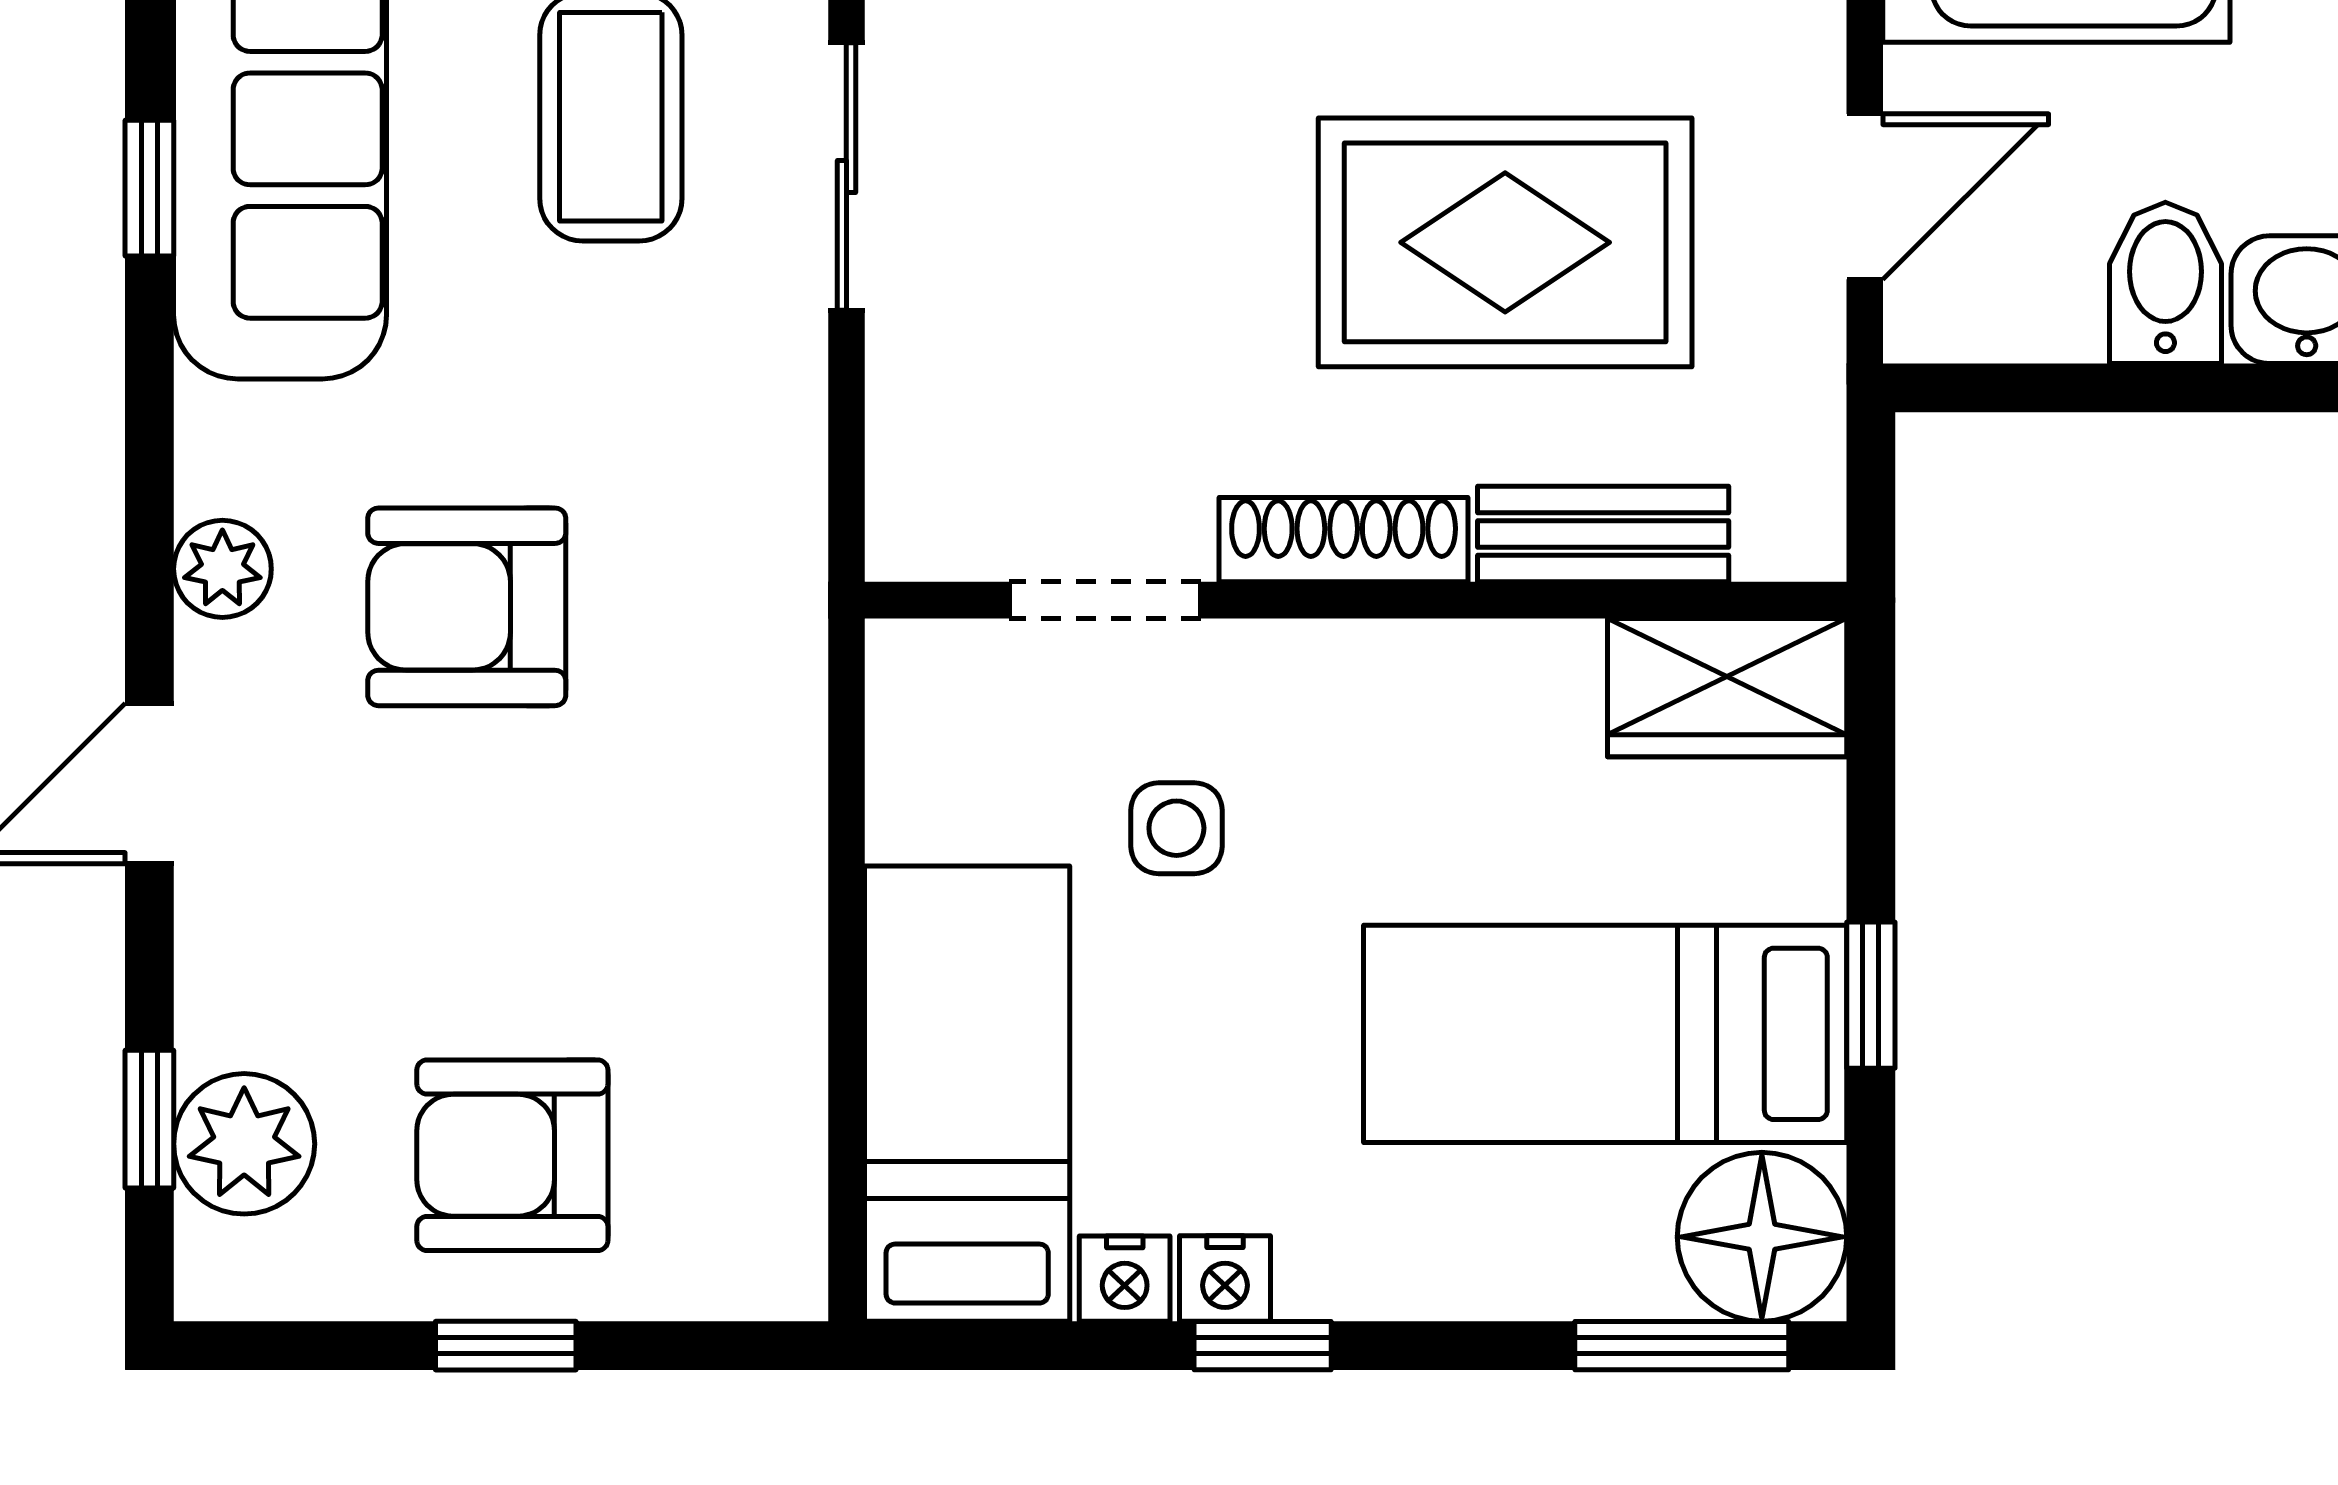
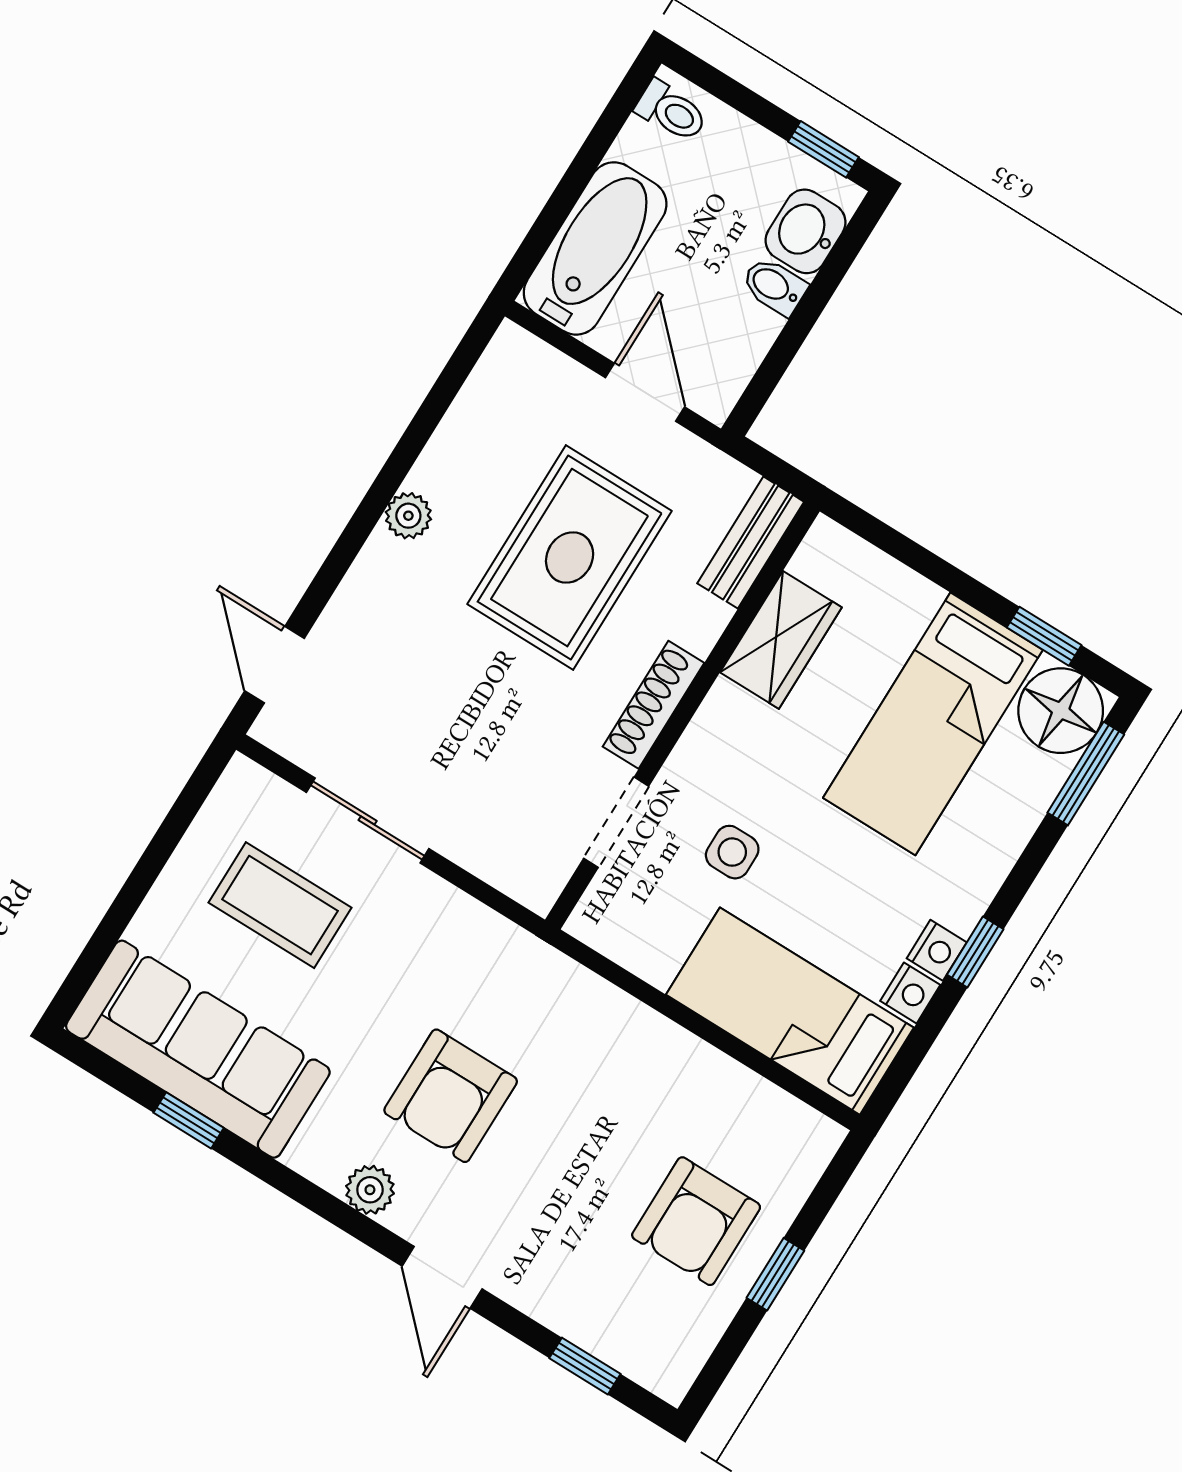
bidet: (2165, 283) -> (774, 286), width x0.72, depth x0.74
bench: (1603, 534) -> (751, 543), moved
wardrobe: (1727, 688) -> (781, 640), moved
window: (1871, 995) -> (1044, 636), moved
plant: (244, 1144) -> (620, 1332), removed

